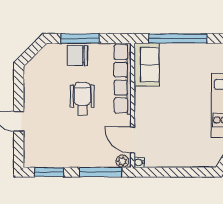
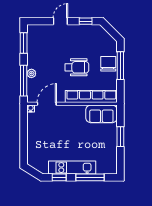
window: (178, 39) -> (120, 137), width x0.47
window: (19, 87) -> (86, 21), added
plant: (122, 161) -> (31, 73), moved

